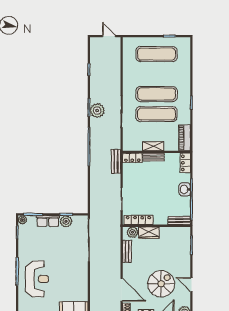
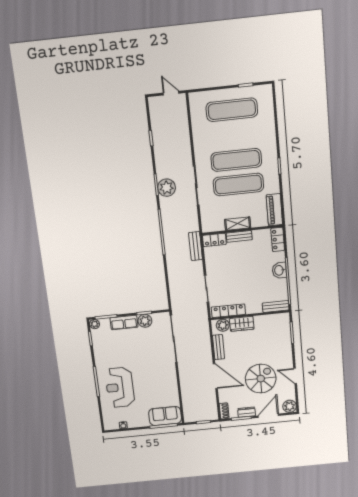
reception desk: (37, 279) -> (120, 387), turned 180
door: (122, 290) -> (215, 376), moved

